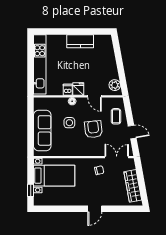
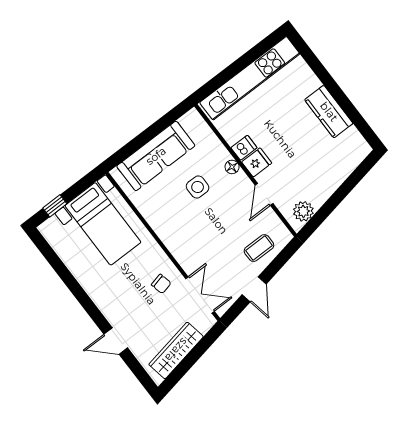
armchair: (93, 129) -> (215, 229), removed
door: (95, 209) -> (116, 341), moved

